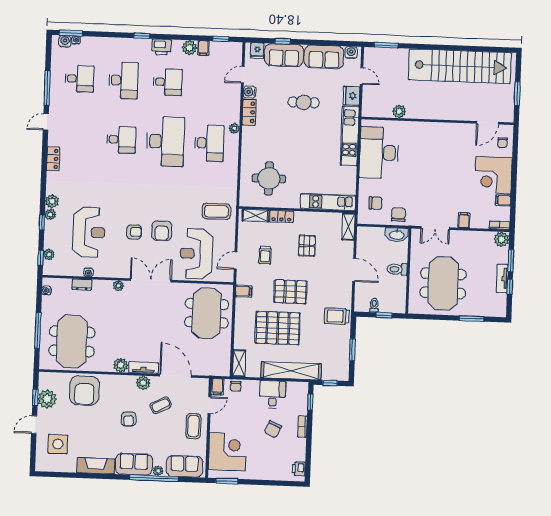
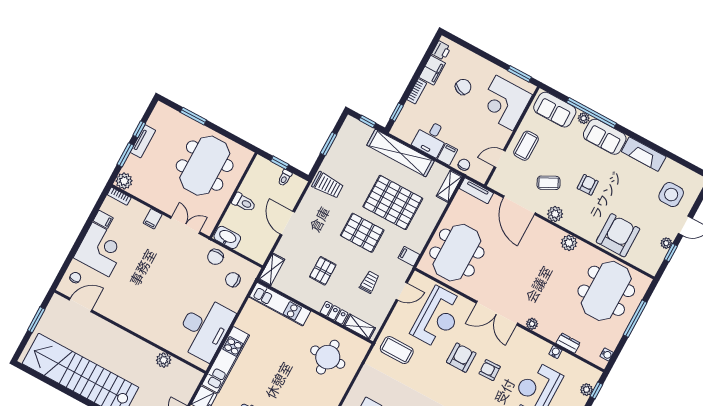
tv unit: (143, 368) -> (476, 191), moved
filing cabinet: (217, 387) -> (447, 154), moved
plant: (47, 399) -> (666, 243), width x0.53, depth x0.53
chair: (273, 429) -> (463, 87), moved
filing cabinet: (298, 450) -> (432, 70), added

